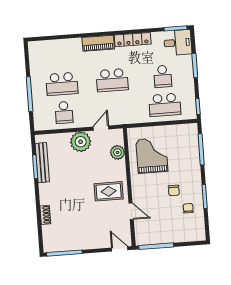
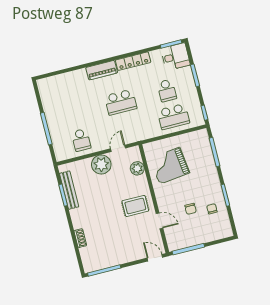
school desk: (62, 84) -> (75, 114), removed
grand piano: (152, 156) -> (170, 166), turned -97
chair: (174, 190) -> (191, 209), moved

